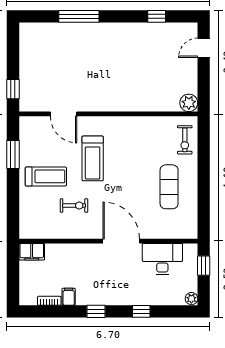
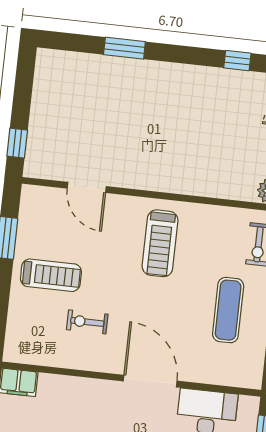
window: (79, 16) -> (124, 48), width x0.69
treadmill: (93, 158) -> (160, 243), moved
exercise bike: (74, 206) -> (87, 322), turned 180

